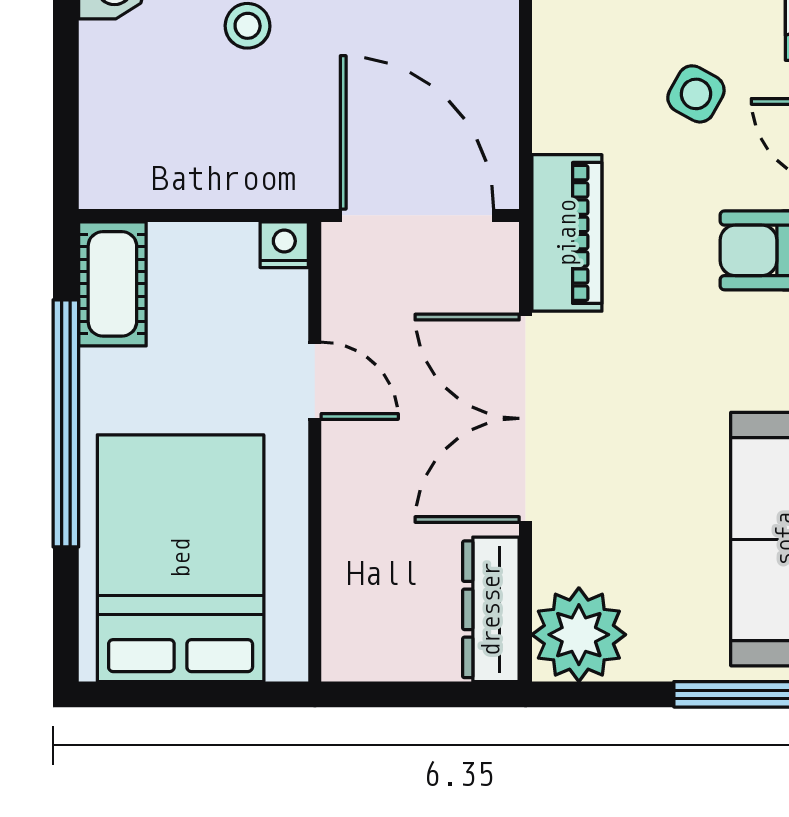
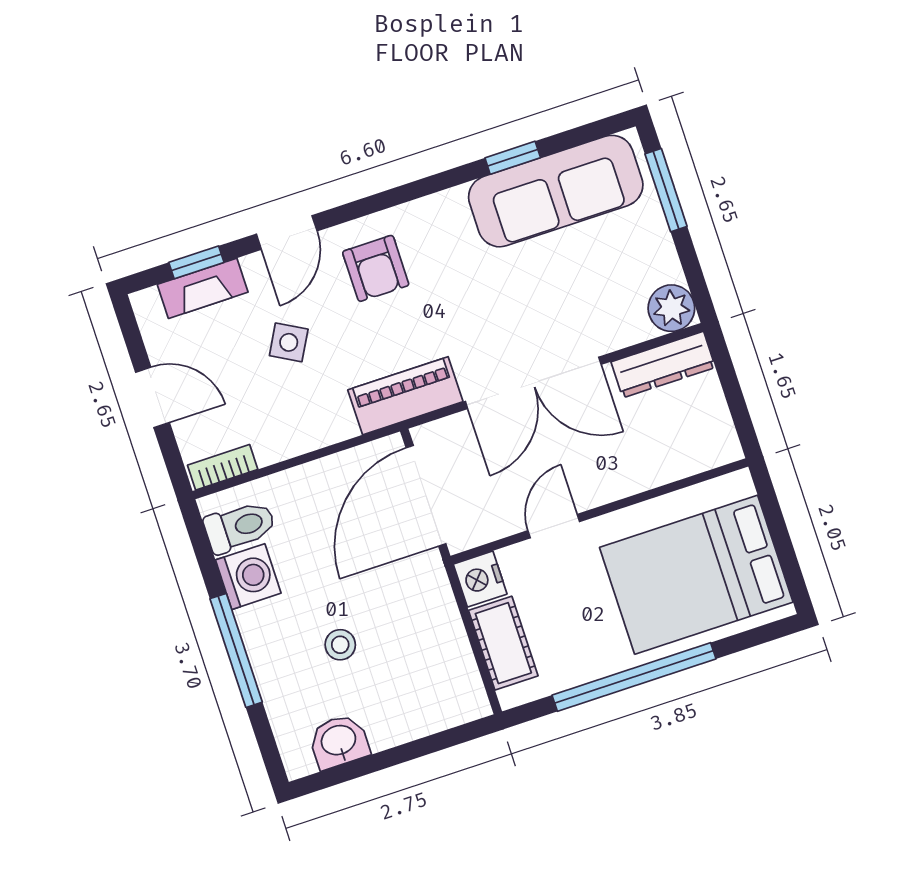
nightstand: (284, 245) -> (480, 579), width x1.39, depth x1.35
cot: (112, 284) -> (503, 643), moved, turned 90
plant: (579, 635) -> (671, 308), width x0.73, depth x0.73

